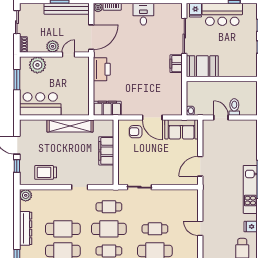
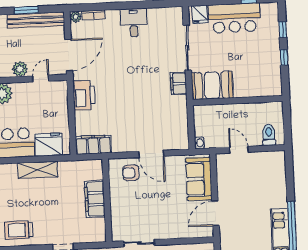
fridge: (72, 107) -> (49, 145), added
toilet: (234, 107) -> (269, 135), moved
shelving: (70, 126) -> (38, 170), width x0.68
sofa: (181, 129) -> (199, 179), moved, turned 90

